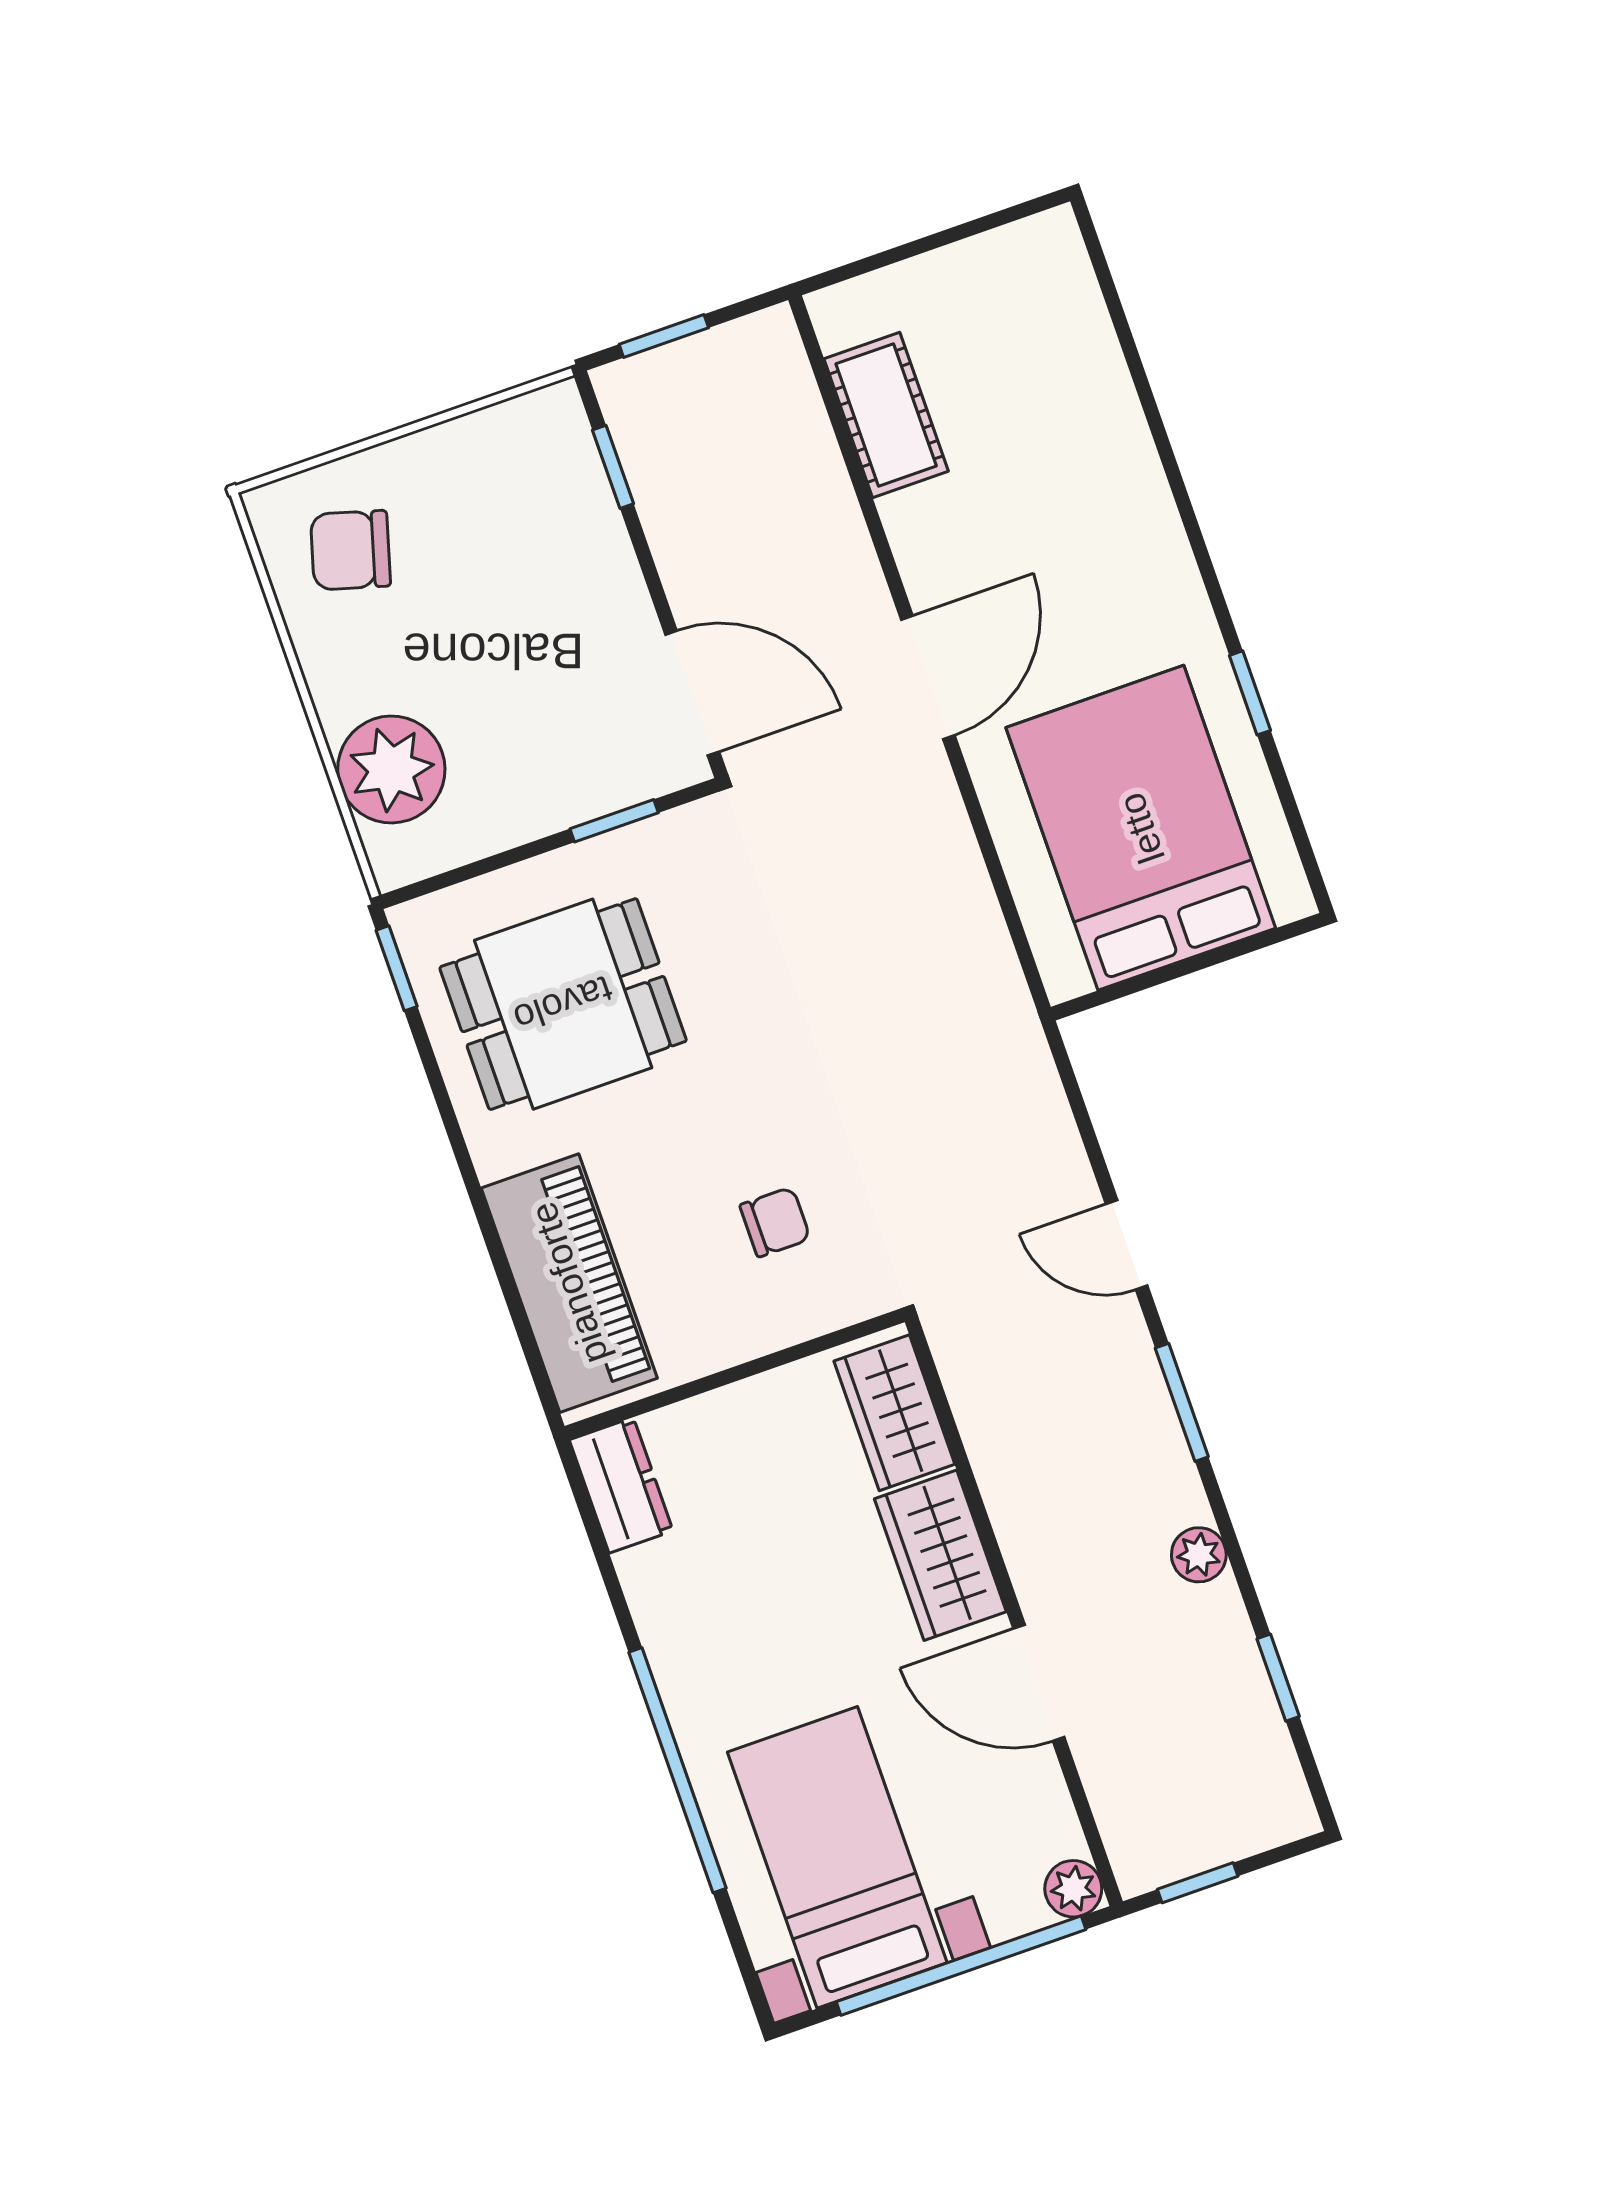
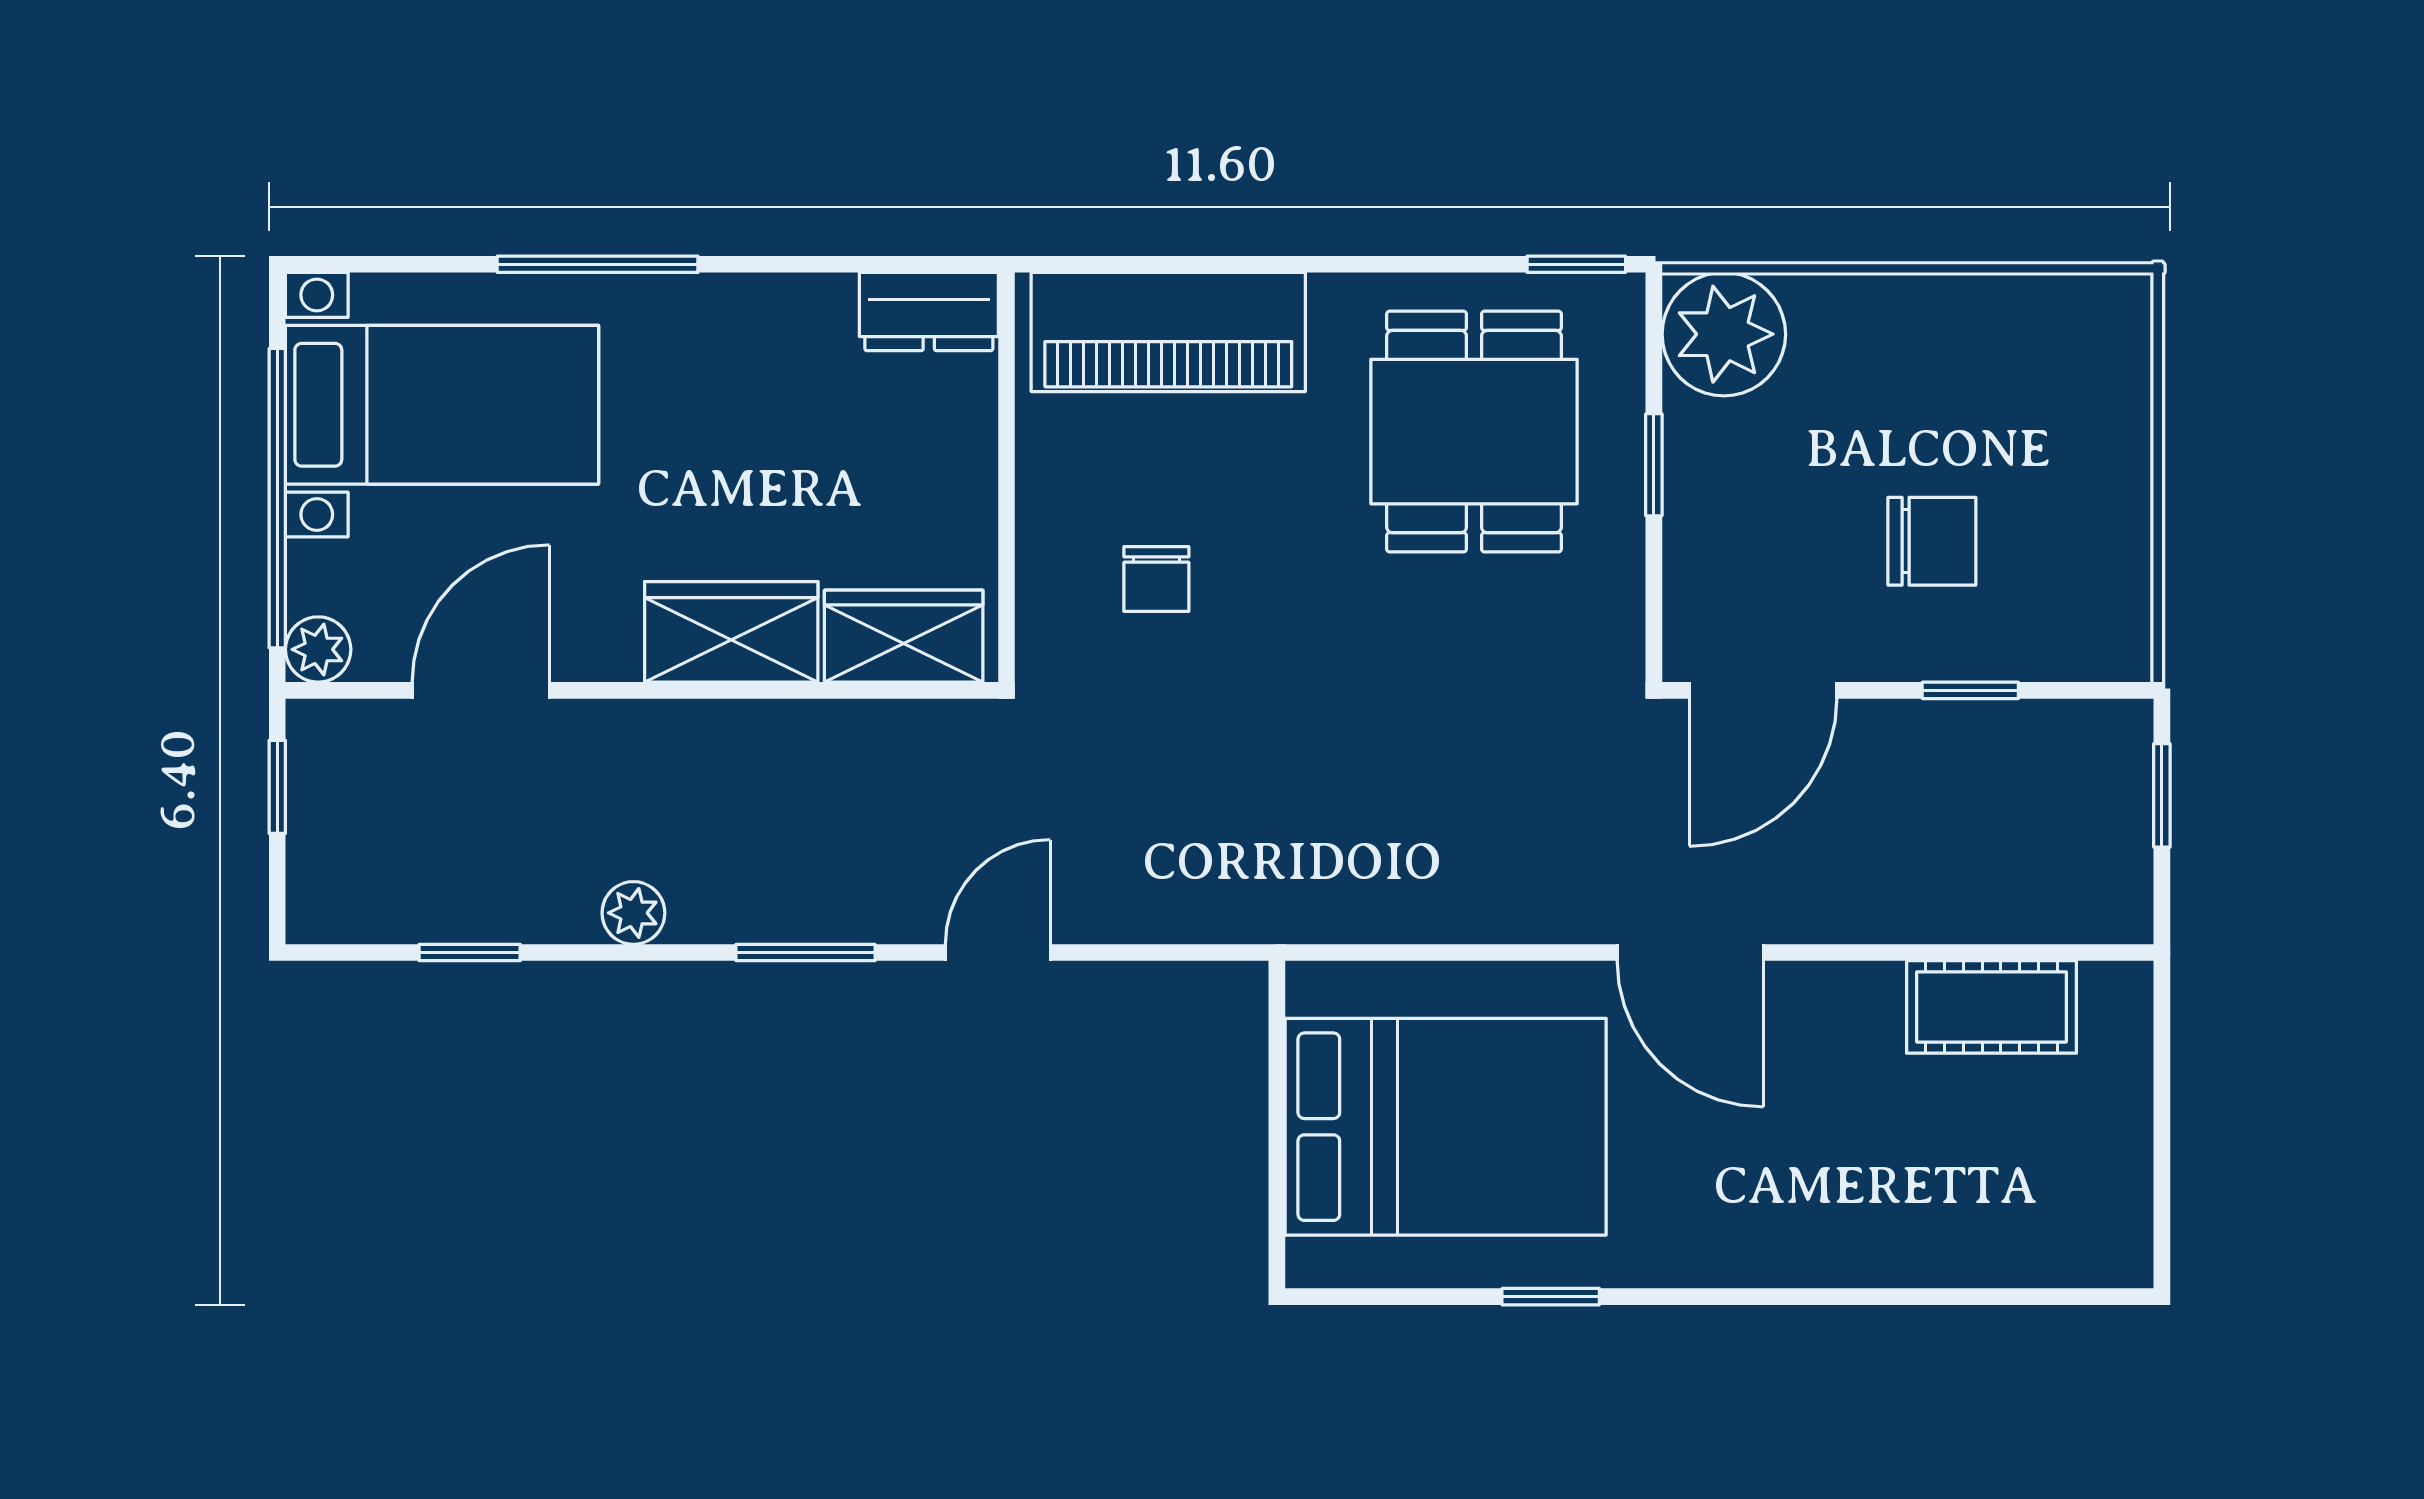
window: (613, 467) -> (1970, 690), moved
chair: (350, 550) -> (1932, 541), moved, turned 74
plant: (391, 769) -> (1724, 334), moved
window: (614, 821) -> (1654, 465), moved
door: (1039, 1683) -> (481, 690), moved
window: (677, 1770) -> (598, 264), width x0.68

